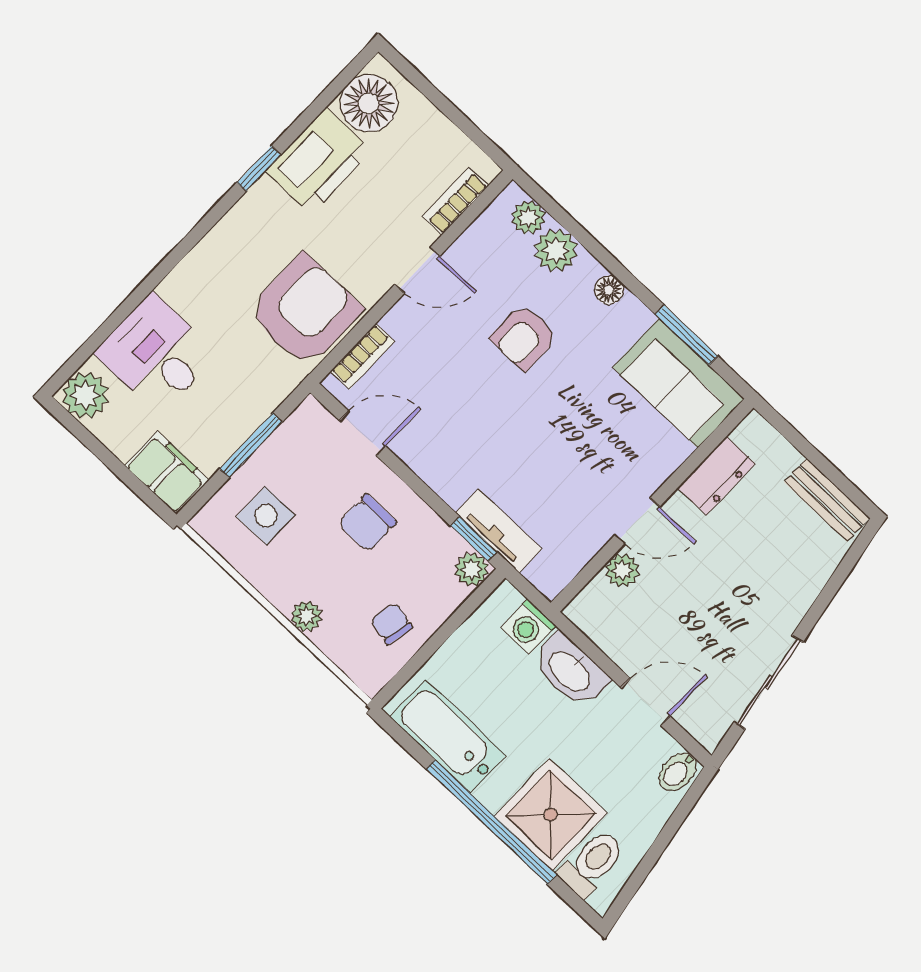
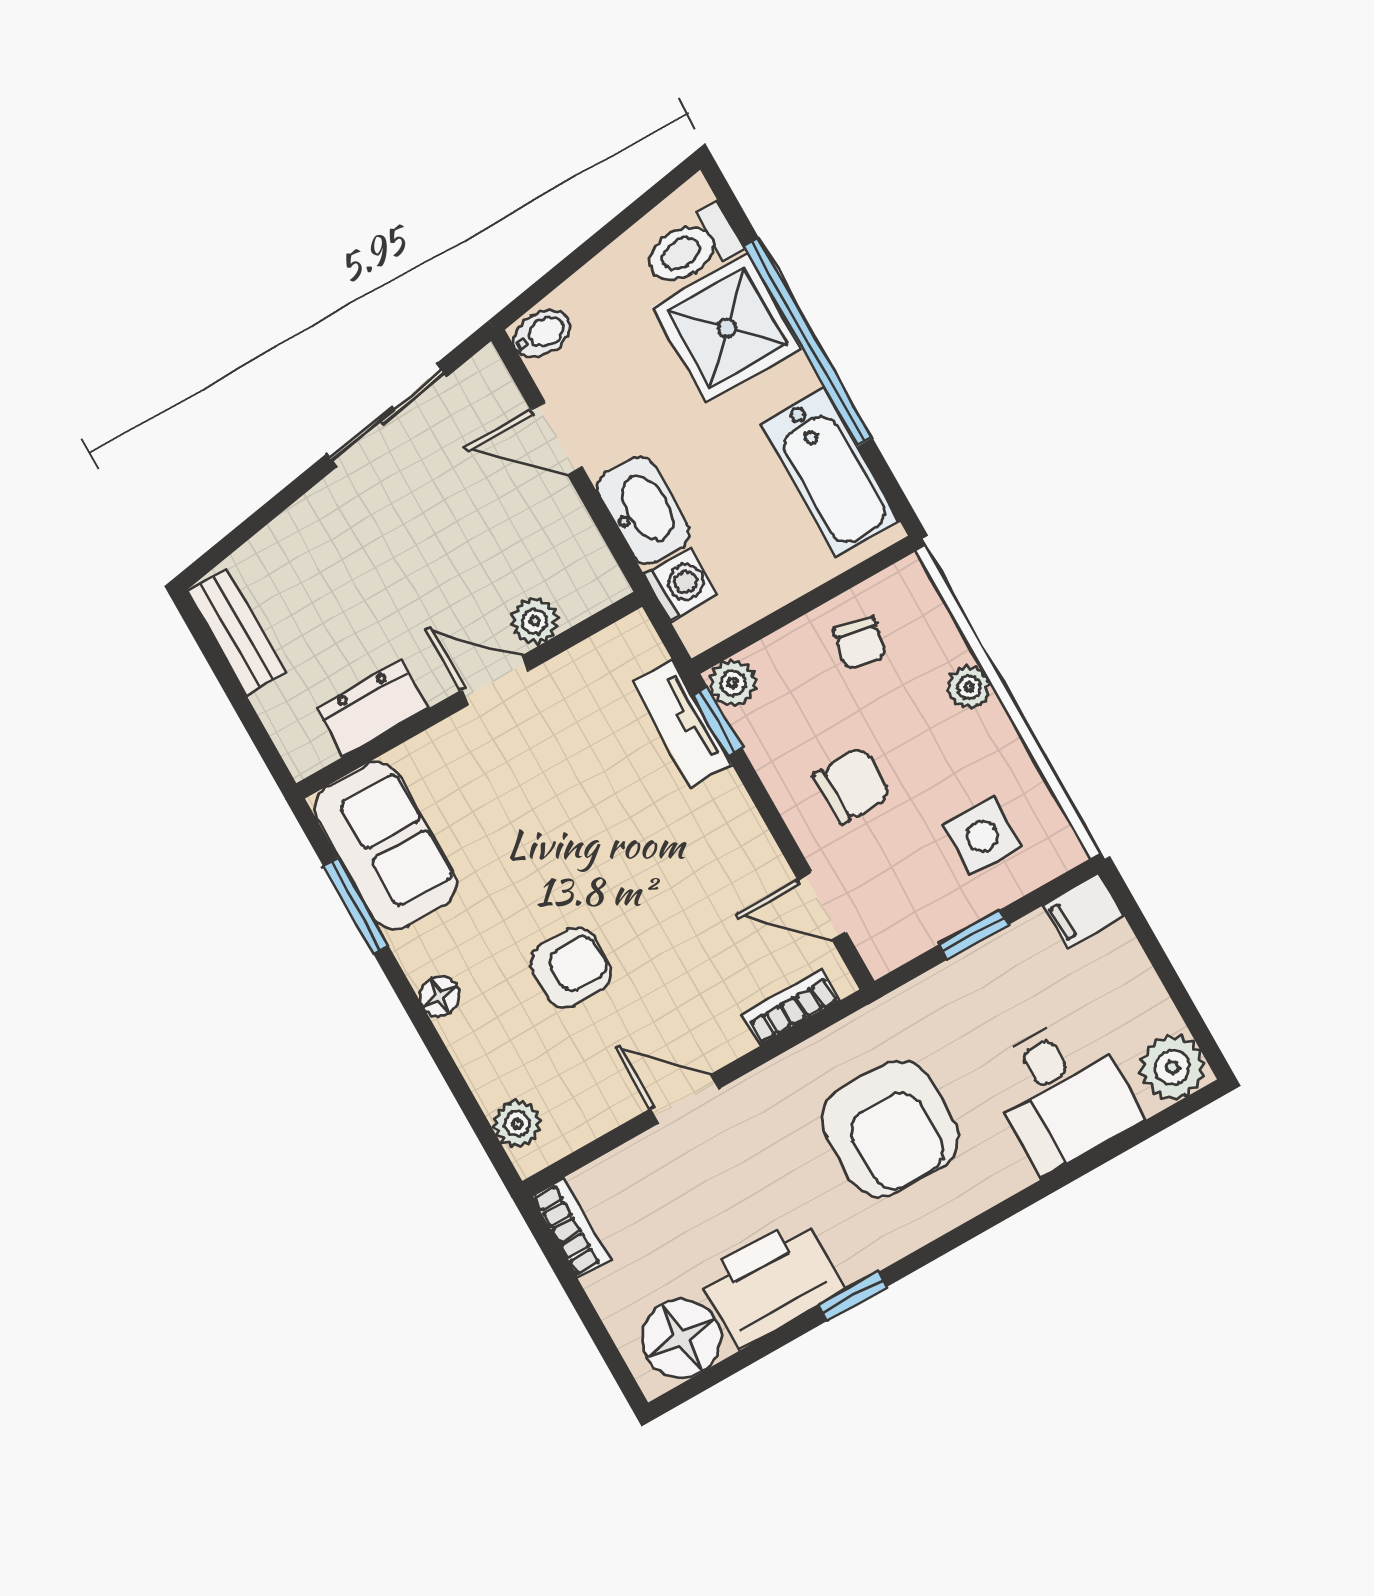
bookcase: (455, 201) -> (570, 1228), moved, turned -90
plant: (556, 250) -> (494, 1070), removed
armchair: (305, 311) -> (890, 1129), moved, turned -90
window: (251, 445) -> (974, 935), width x0.67
filing cabinet: (167, 473) -> (1083, 911), width x0.50

